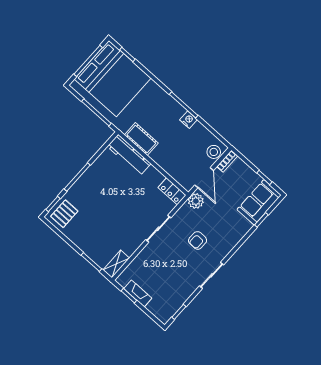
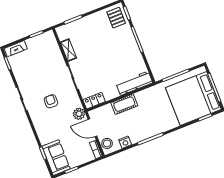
nightstand: (188, 120) -> (125, 142), moved
cot: (141, 139) -> (124, 104), moved
shelving: (116, 264) -> (68, 50), moved
fireplace: (138, 293) -> (16, 49), moved

